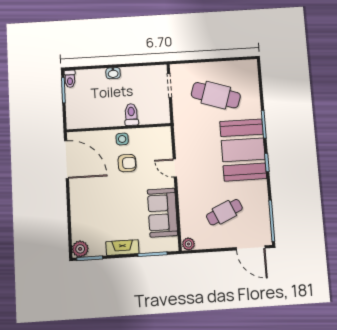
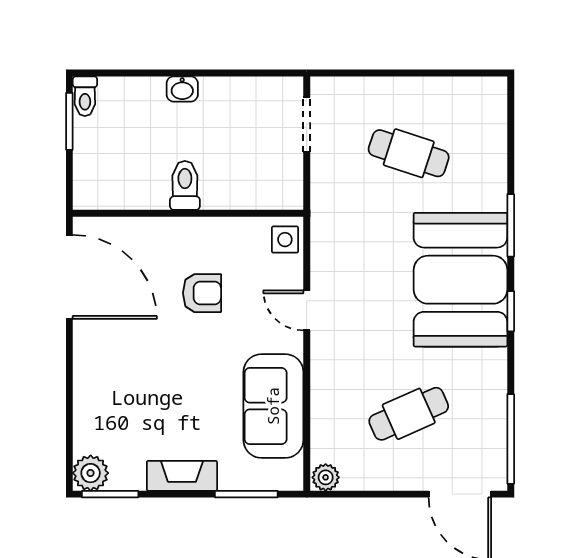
cafe table: (216, 95) -> (409, 153), width x0.73, depth x0.74
toilet: (131, 115) -> (185, 185), moved
side table: (122, 139) -> (285, 240), moved

